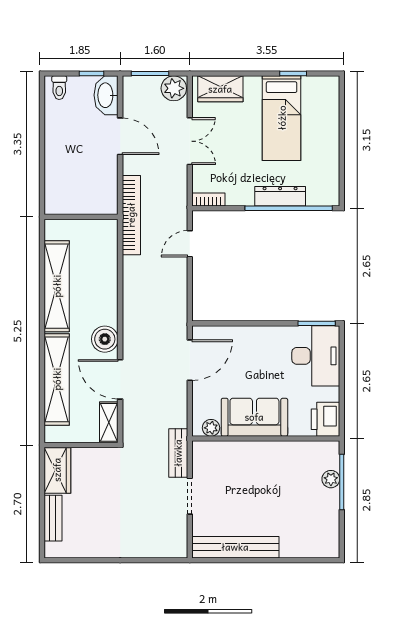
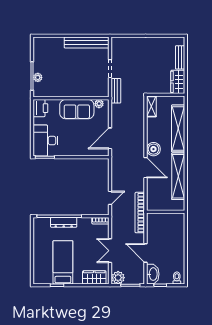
door: (120, 379) -> (146, 168), moved

